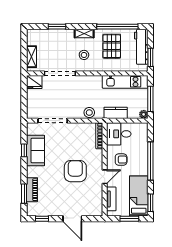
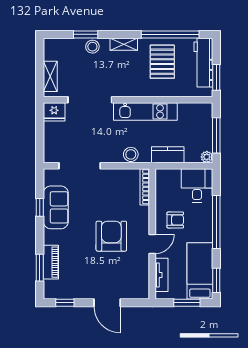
stool: (84, 55) -> (92, 47), moved
kitchen unit: (125, 82) -> (145, 112), moved
desk: (119, 134) -> (197, 185), moved, turned 90

